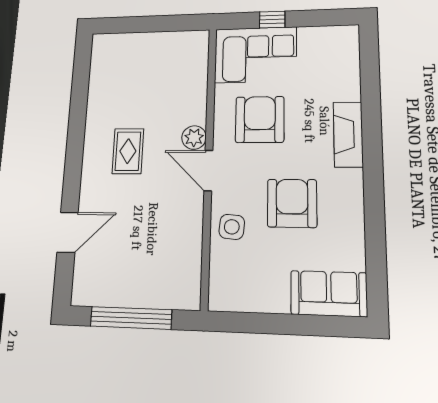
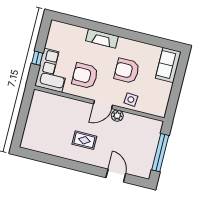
plant: (194, 138) -> (117, 116), moved

